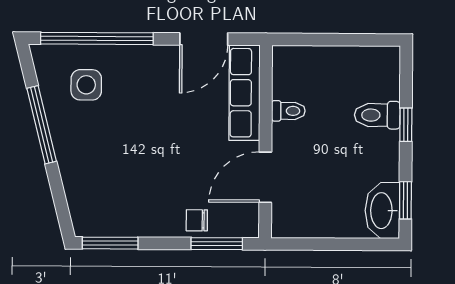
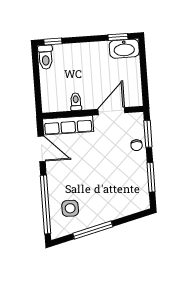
toilet: (377, 115) -> (46, 57), moved
window: (406, 125) -> (53, 42), moved
door: (265, 177) -> (111, 111), swing flipped
window: (110, 243) -> (151, 177), moved

